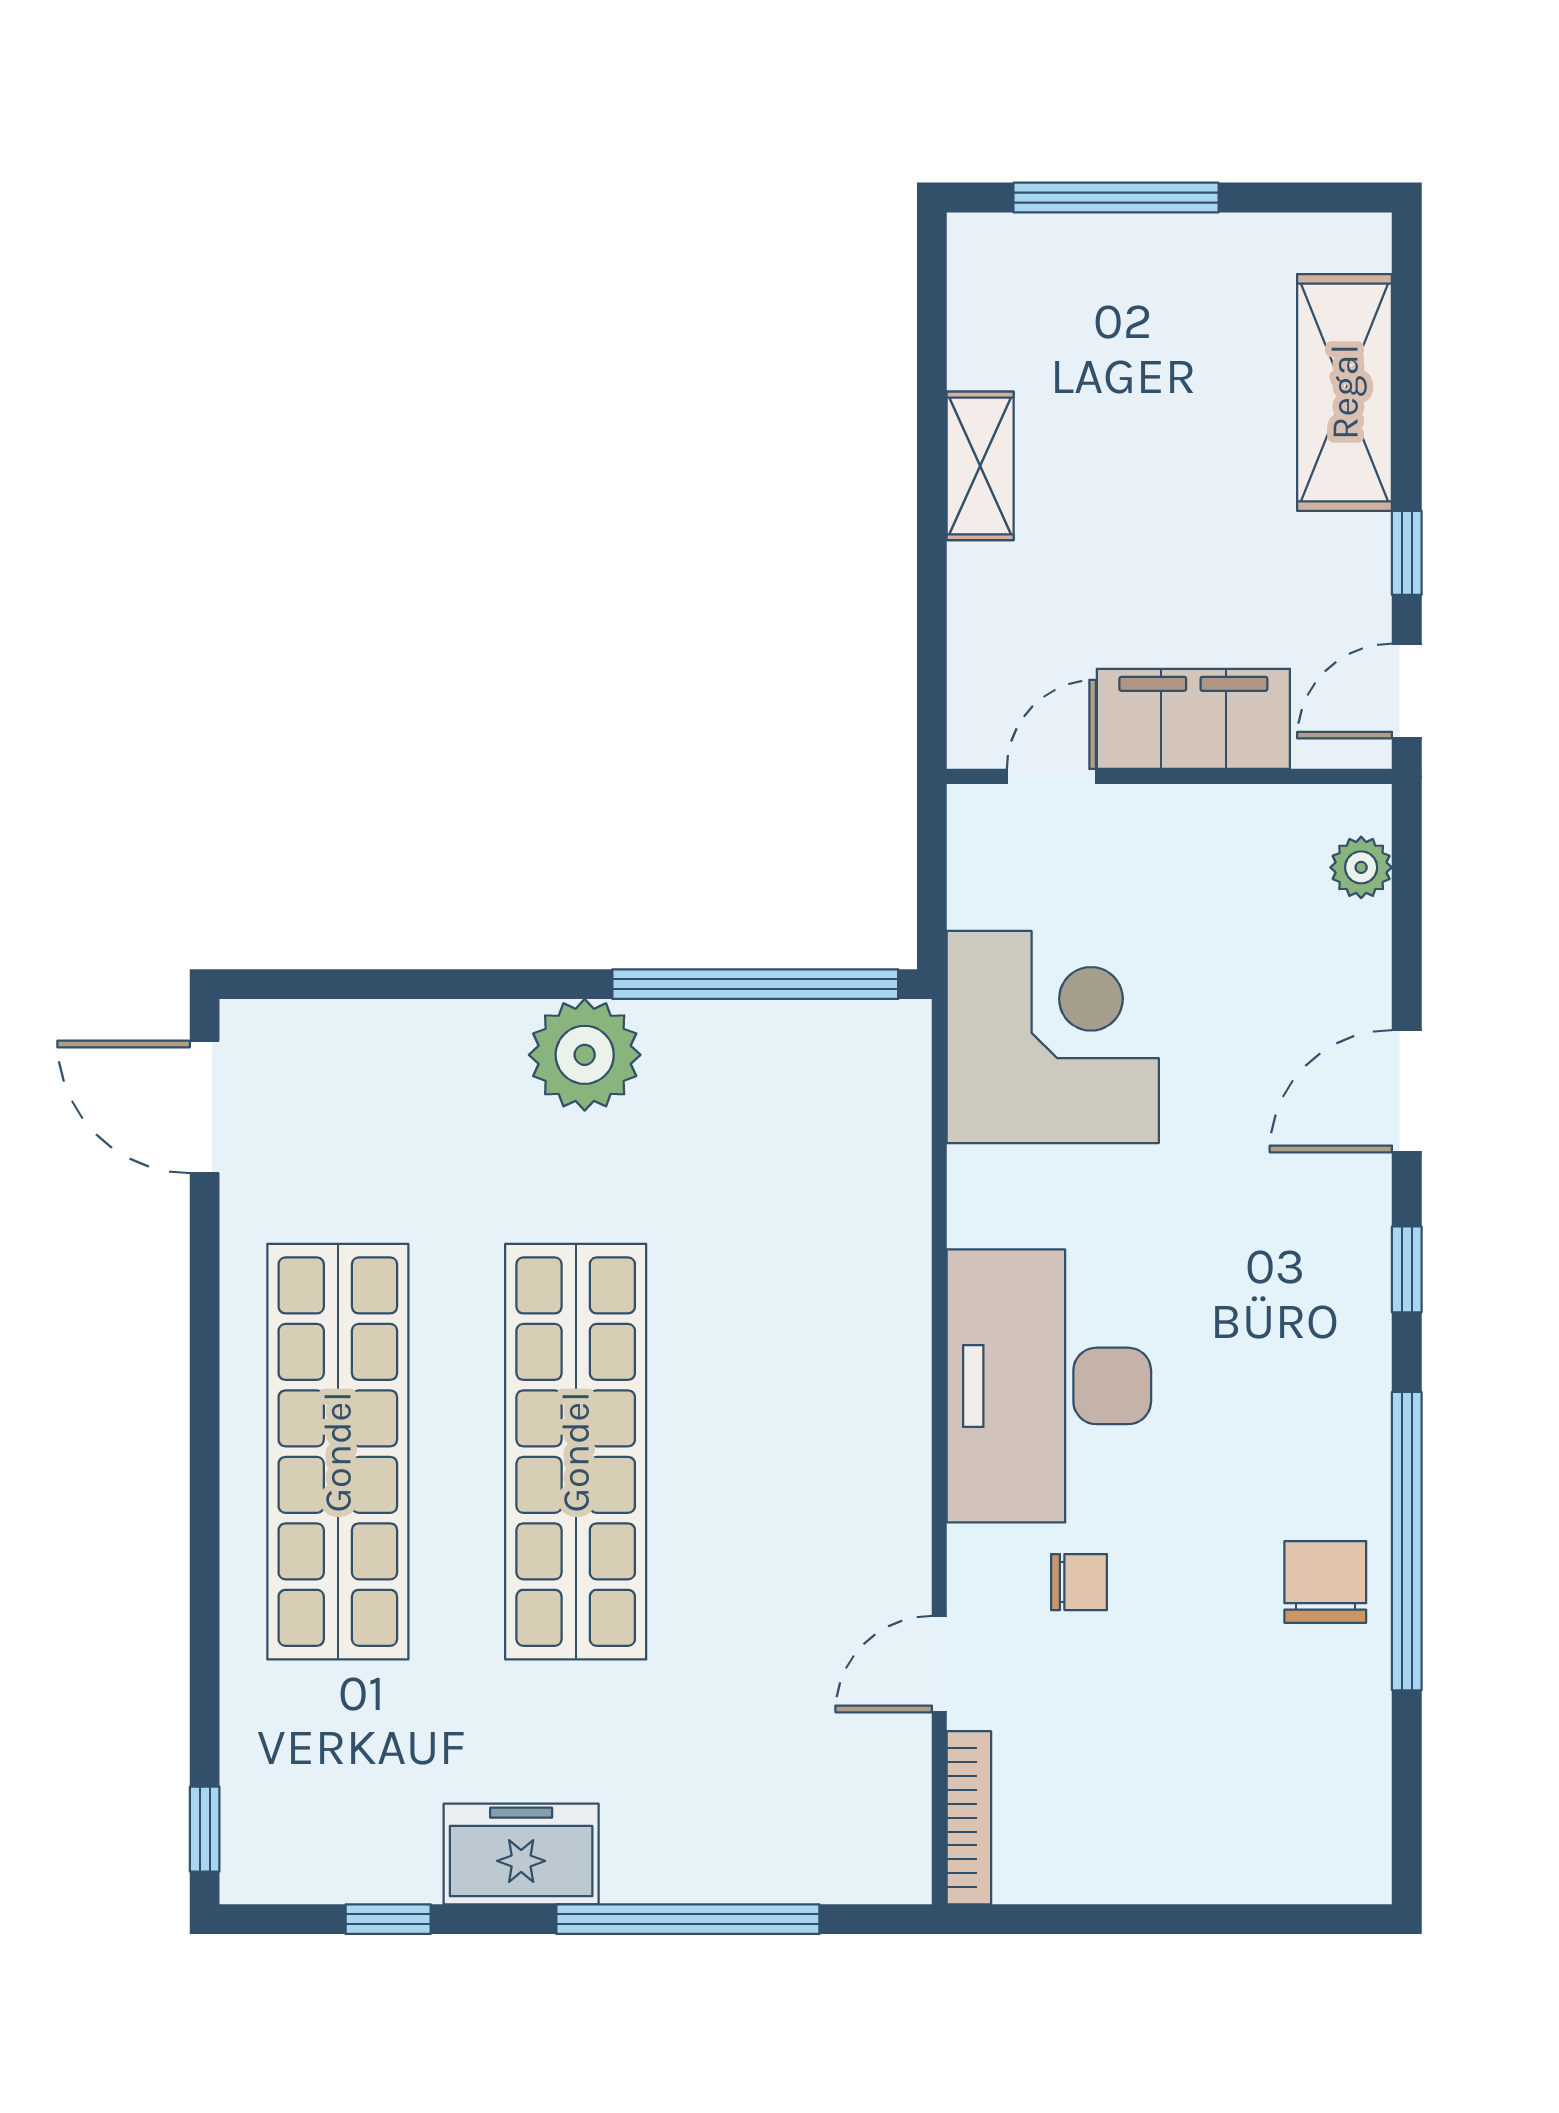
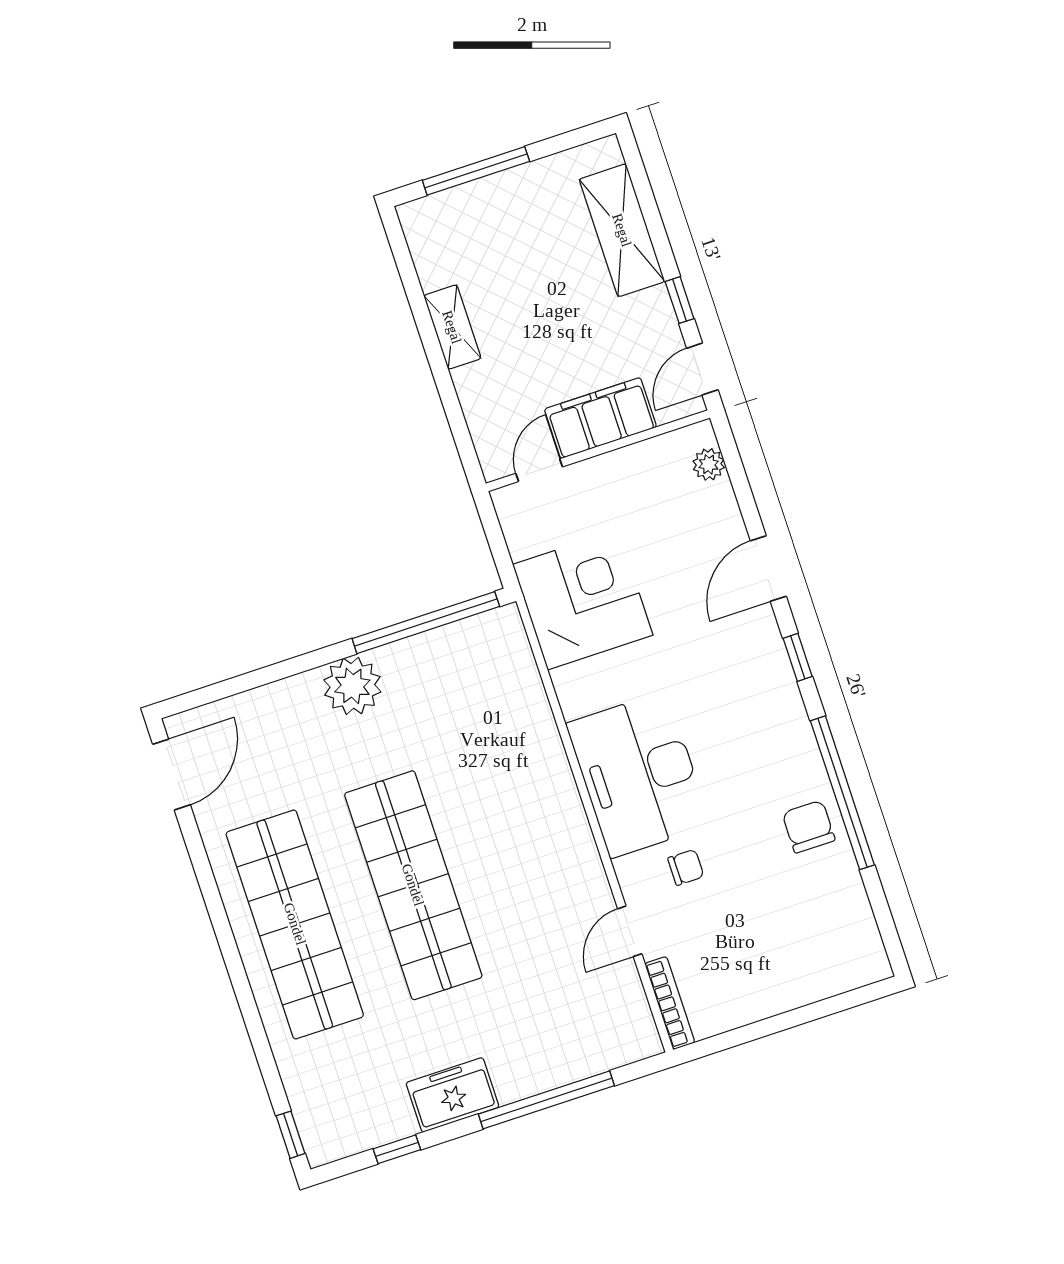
door: (205, 1107) -> (171, 775), swing flipped

